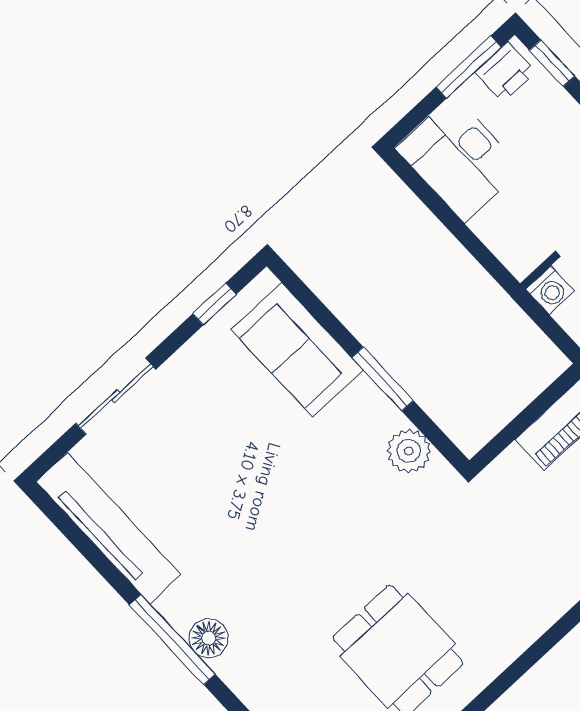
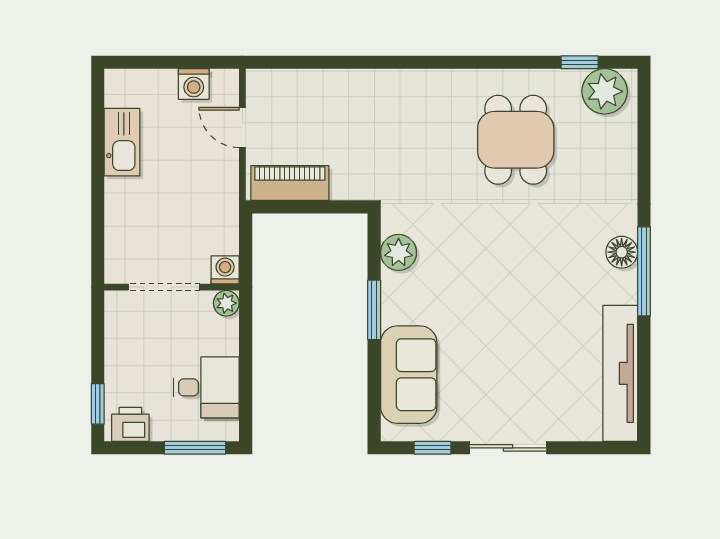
window: (469, 67) -> (195, 448), moved
desk: (459, 159) -> (206, 387), width x0.73
plant: (521, 261) -> (226, 303), added
sliding door: (116, 396) -> (508, 448), moved

